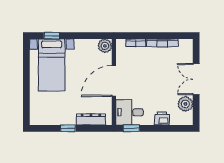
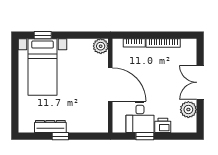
door: (114, 81) -> (110, 84), swing flipped
desk: (130, 112) -> (140, 118), moved, turned -90
dresser: (91, 119) -> (50, 126), moved
window: (131, 128) -> (145, 136), moved

